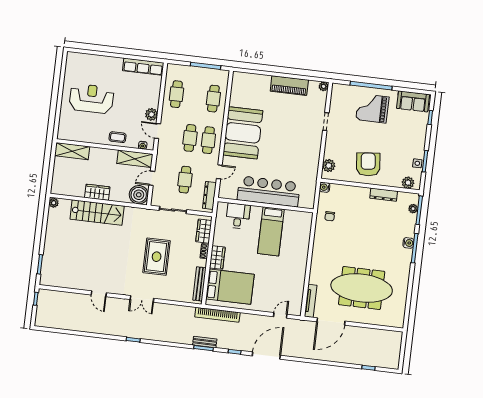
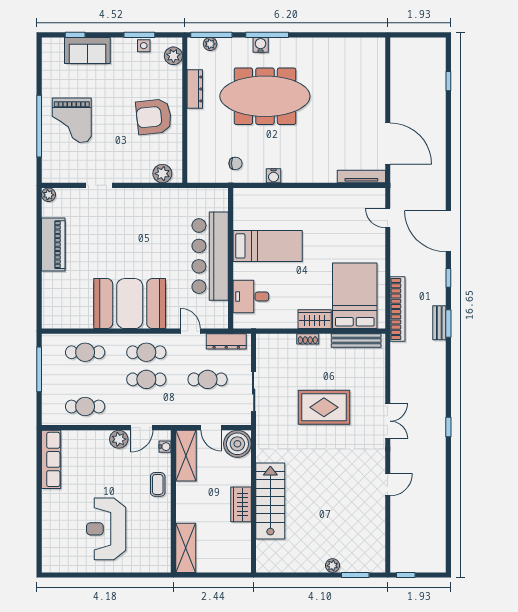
sofa: (413, 101) -> (87, 50), moved, turned 90
water cooler: (325, 187) -> (273, 176), moved
plant: (54, 203) -> (332, 566), moved
wardrobe: (204, 231) -> (279, 343), removed
meeting table: (362, 288) -> (265, 96), moved, turned 90

